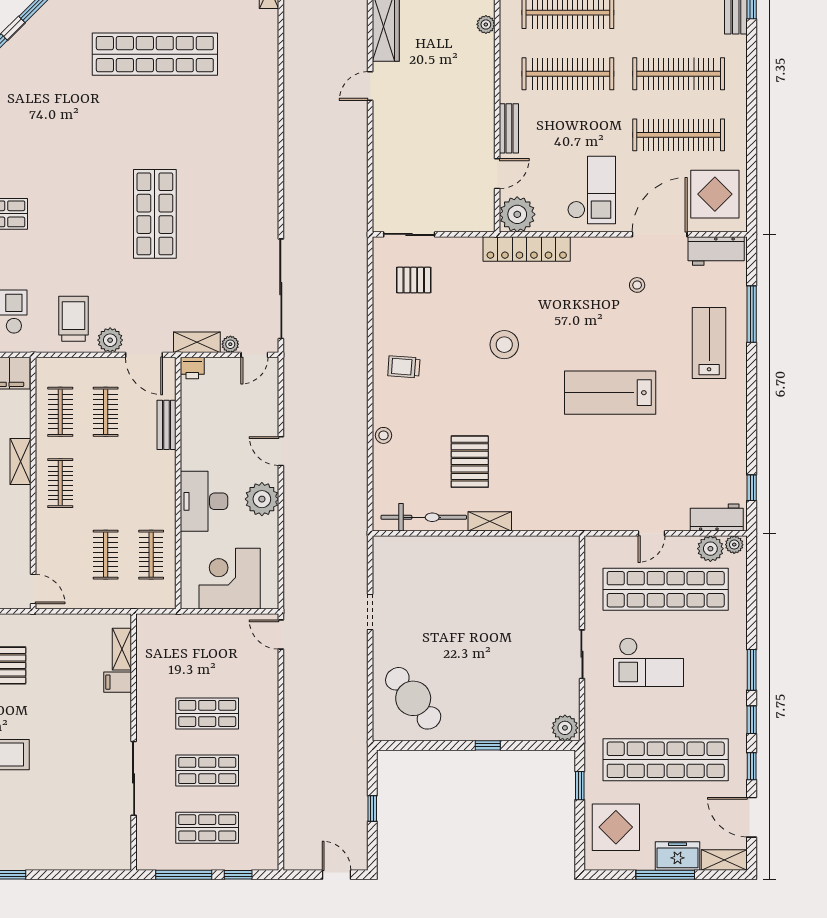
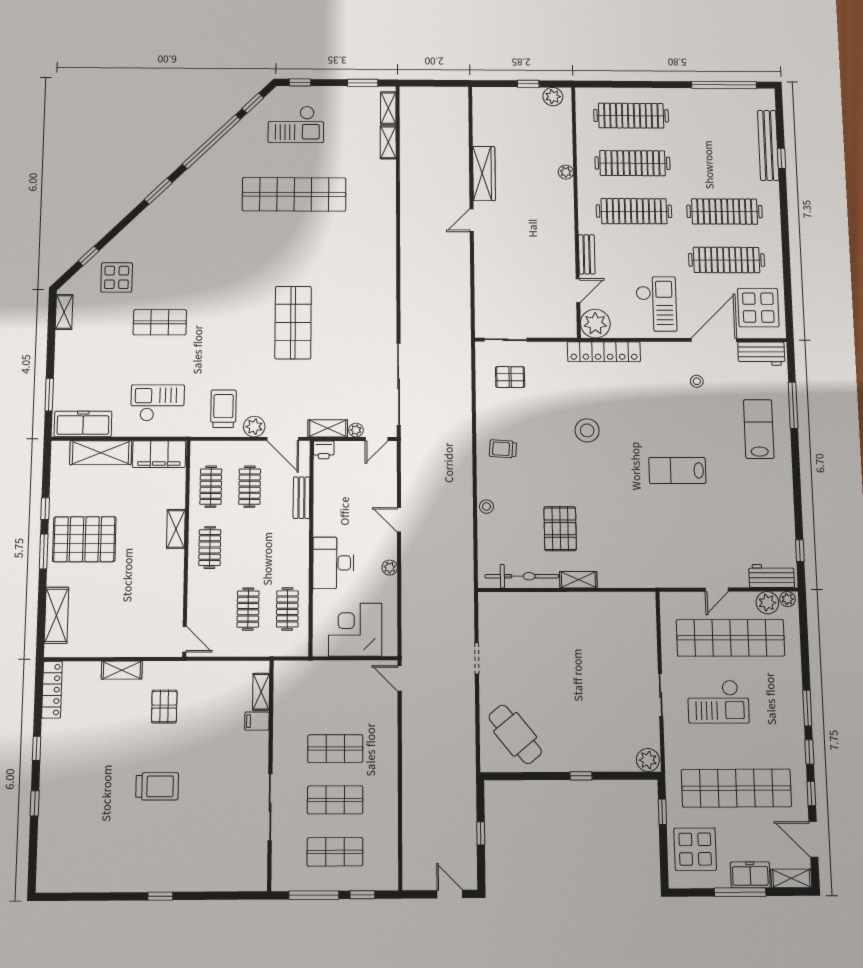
lab bench: (610, 393) -> (677, 470), width x0.73, depth x0.72
plant: (262, 499) -> (390, 568), width x0.53, depth x0.53

